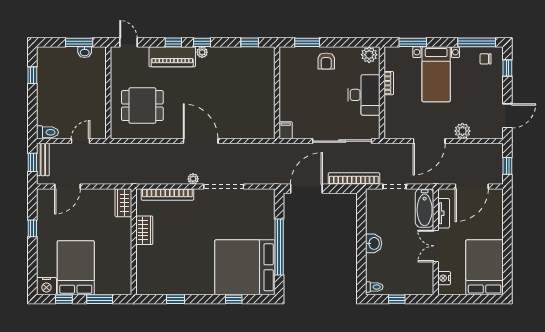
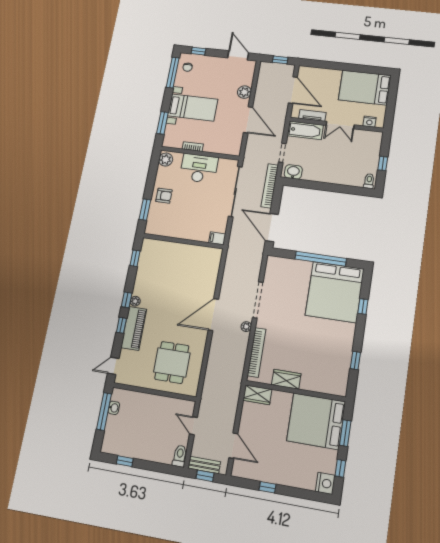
window: (79, 42) -> (104, 411), width x1.44
washbasin: (374, 243) -> (293, 172), moved
bed: (76, 268) -> (316, 421), moved, width x1.36

